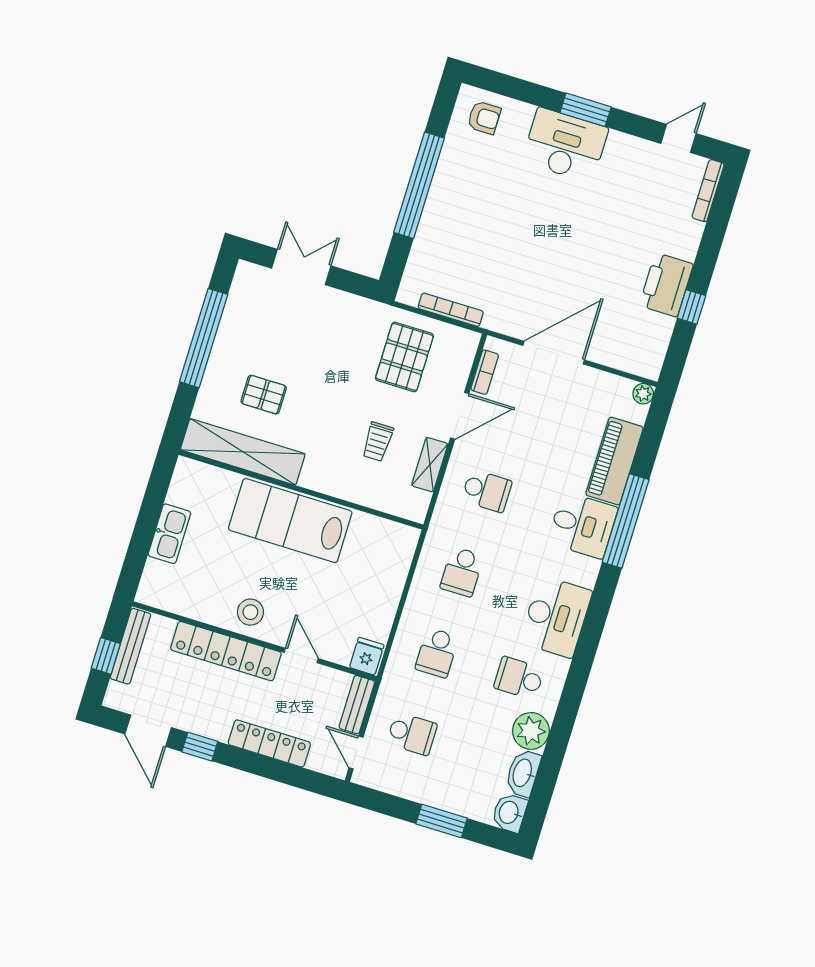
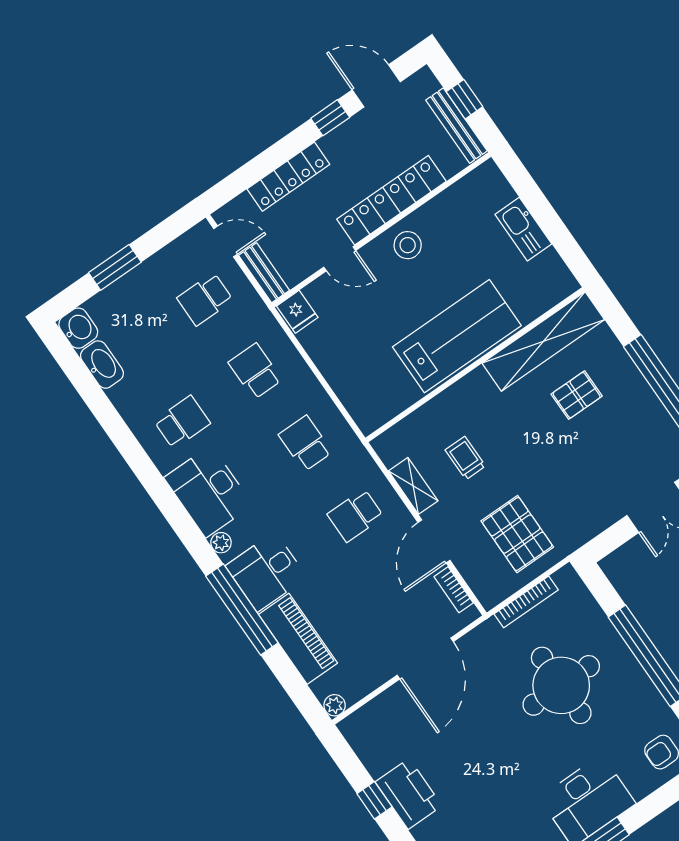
round table: (493, 233) -> (561, 685), added
plant: (531, 731) -> (221, 543), moved, width x0.53, depth x0.53

